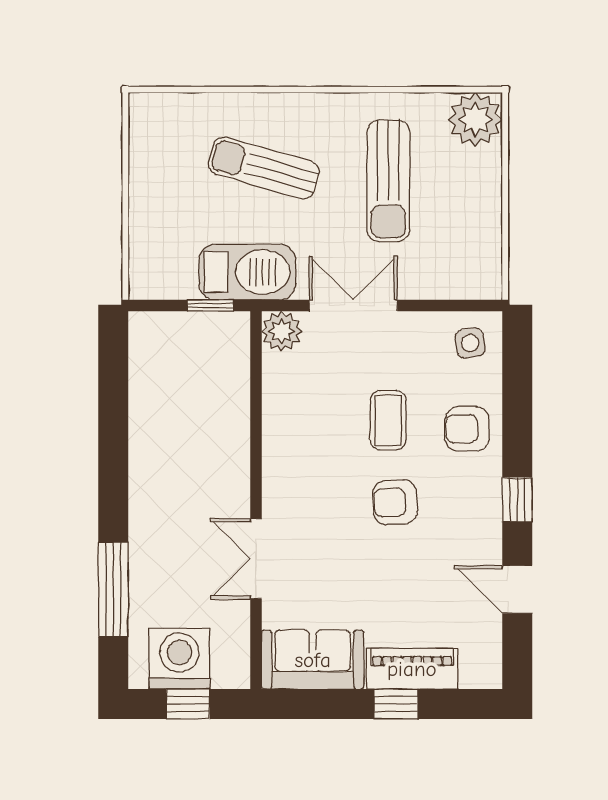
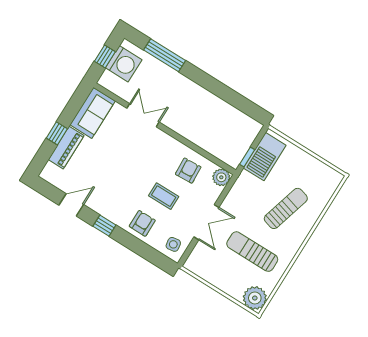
barbecue: (247, 272) -> (265, 157), moved
double door: (353, 306) -> (206, 222), moved
armchair: (395, 502) -> (188, 171), moved

